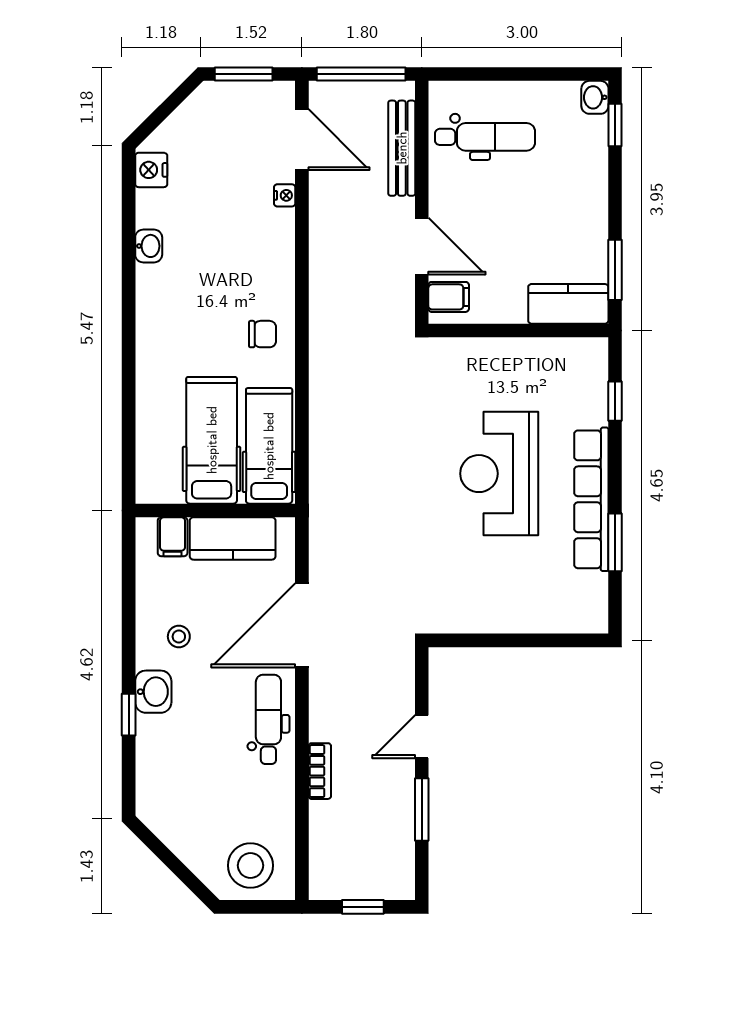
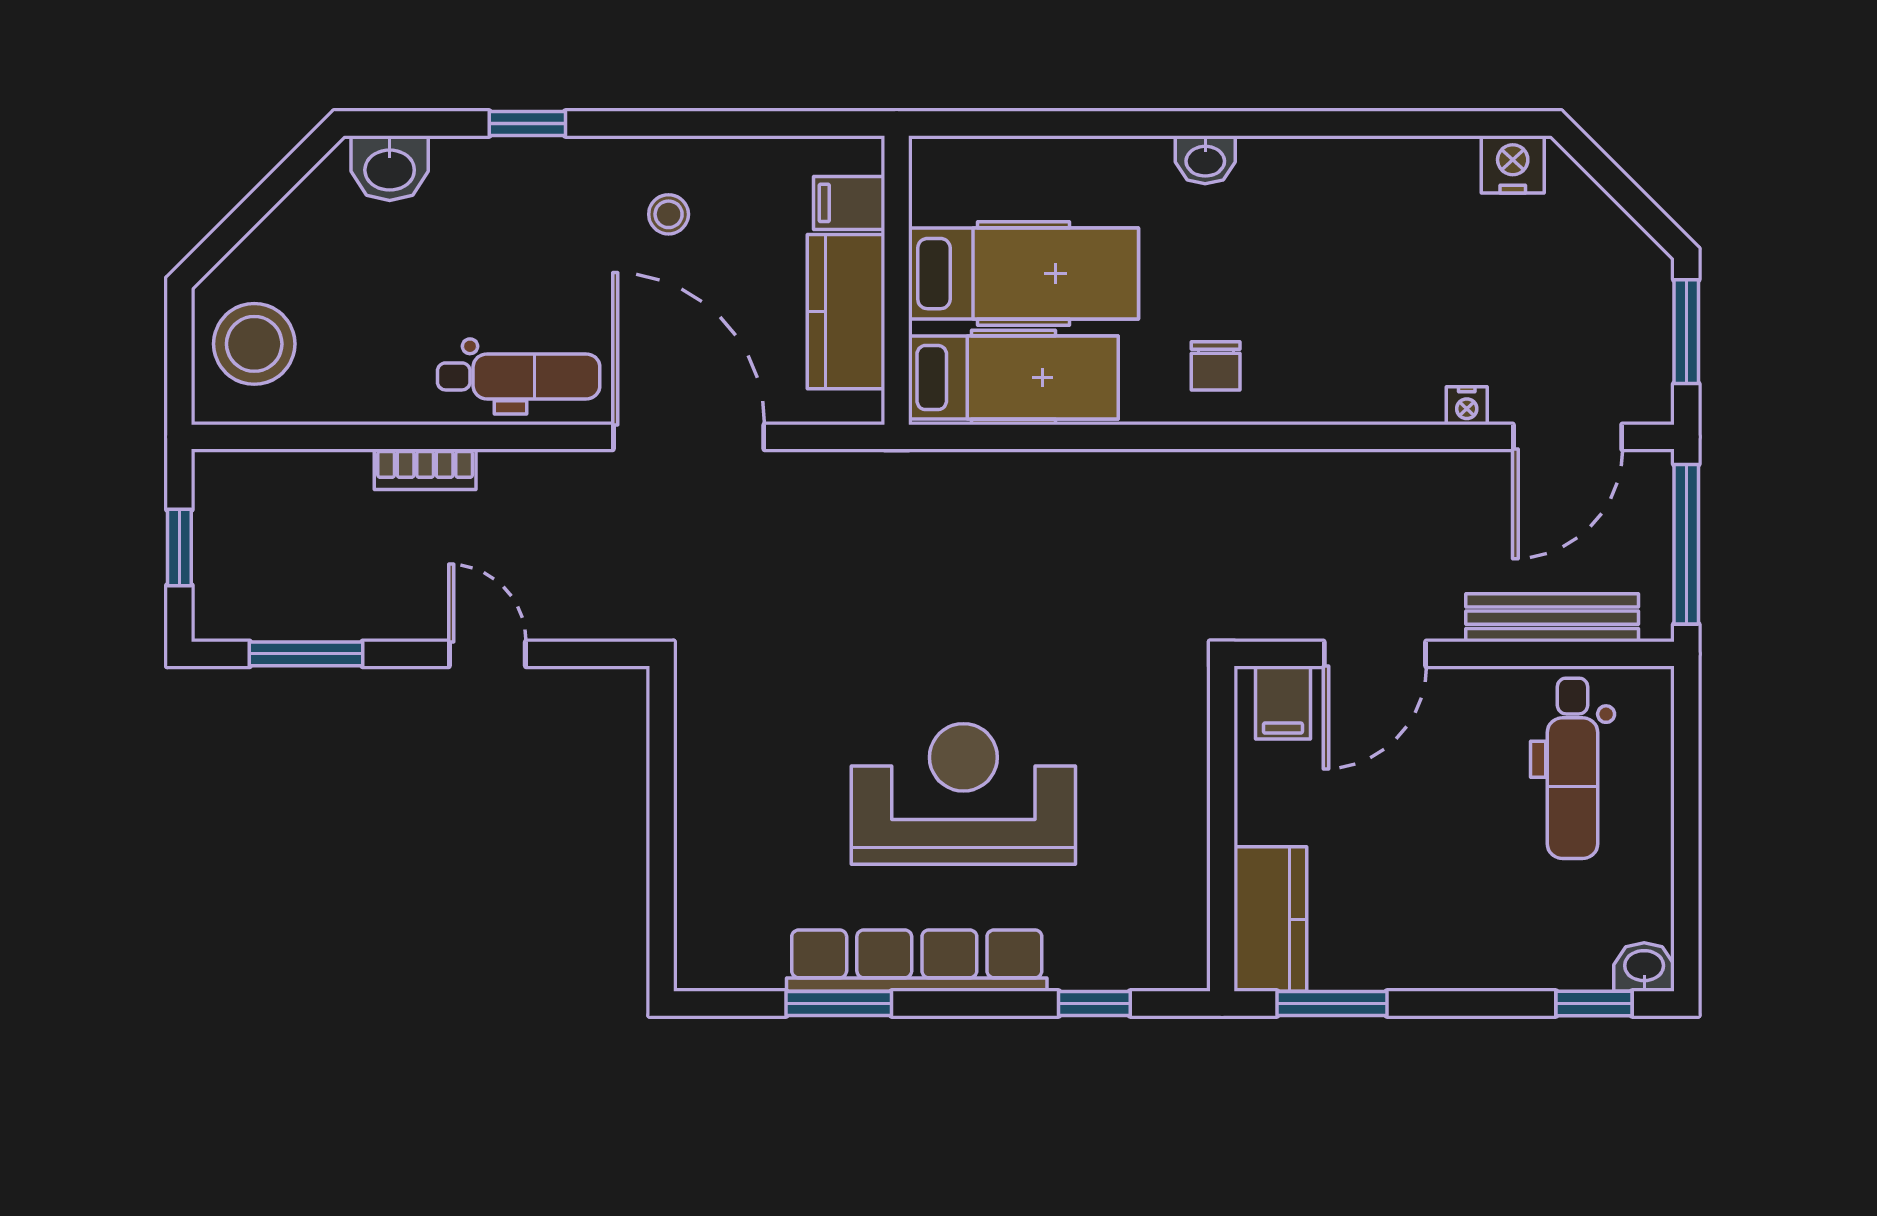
washbasin: (149, 246) -> (1205, 160), moved
washbasin: (153, 692) -> (390, 168), moved
window: (422, 809) -> (306, 654), moved

